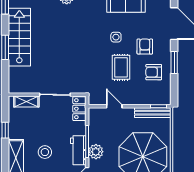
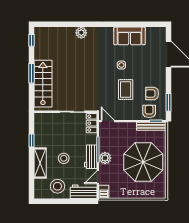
stairs: (19, 37) -> (43, 84), moved
armchair: (145, 46) -> (149, 111), moved
window: (174, 63) -> (169, 102), moved
shelving: (26, 102) -> (49, 117), removed
door: (114, 106) -> (108, 121), moved

